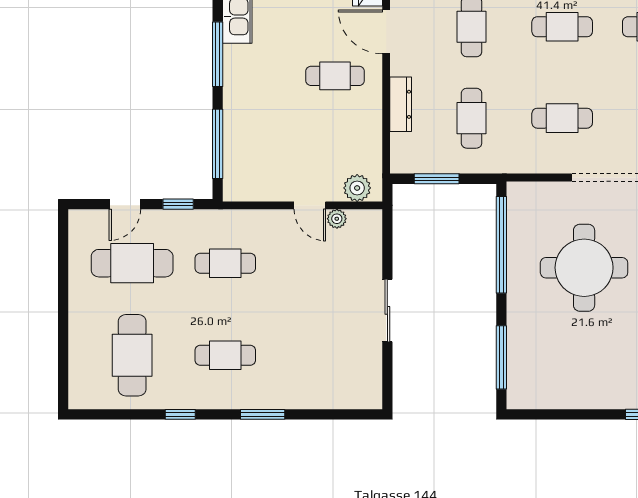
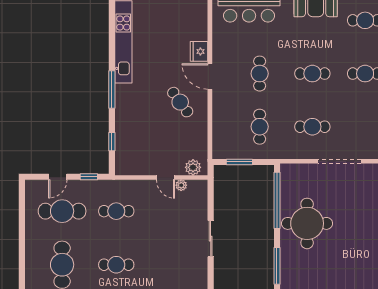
cafe table: (335, 76) -> (180, 102), turned 54
dresser: (401, 104) -> (218, 119), removed
window: (218, 144) -> (112, 142), width x0.46
round table: (584, 268) -> (307, 223), moved

